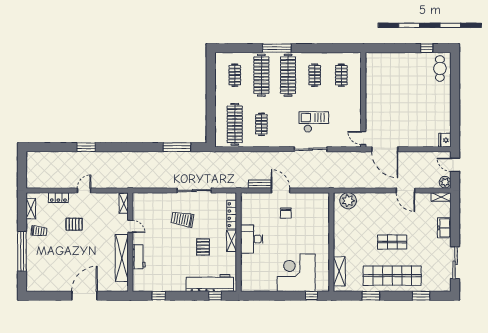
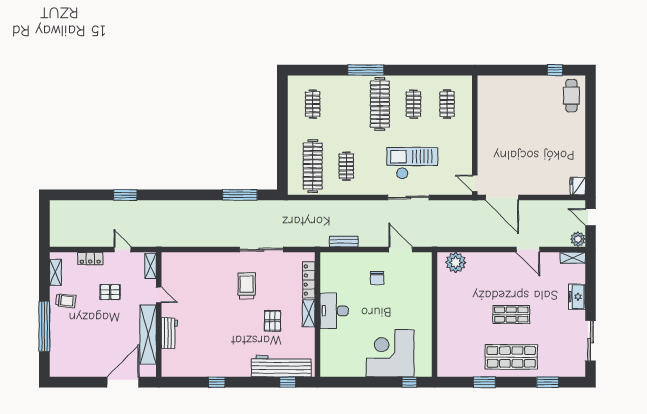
clothes rail: (261, 75) -> (346, 104), removed
checkout: (314, 122) -> (412, 163), width x1.36, depth x1.21
door: (84, 190) -> (123, 250), hinge flipped
door: (280, 190) -> (401, 250), moved
shelving: (124, 203) -> (150, 266), moved
trolley: (182, 219) -> (247, 286), turned 80
door: (130, 226) -> (159, 295), moved
wall: (130, 242) -> (159, 315), moved
workbench: (139, 257) -> (169, 333), moved
shelving: (122, 258) -> (148, 335), moved
shelving: (339, 271) -> (444, 351), removed
shop shelf: (392, 276) -> (511, 357), width x0.71

